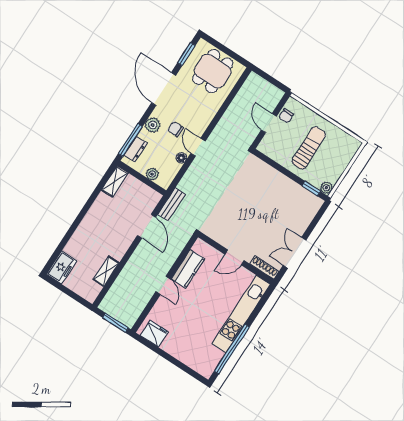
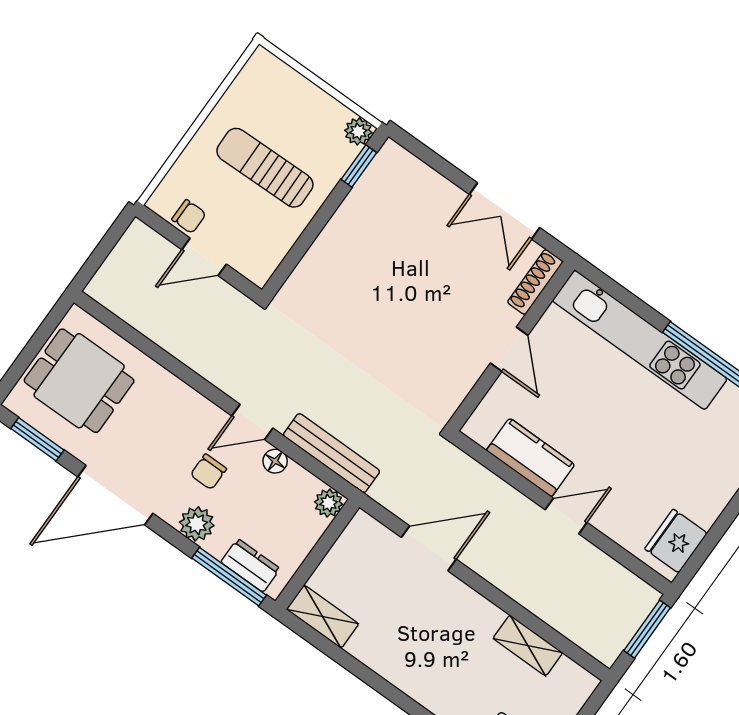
plant: (152, 174) -> (329, 503), moved
bench: (172, 204) -> (331, 453), moved, width x1.36

